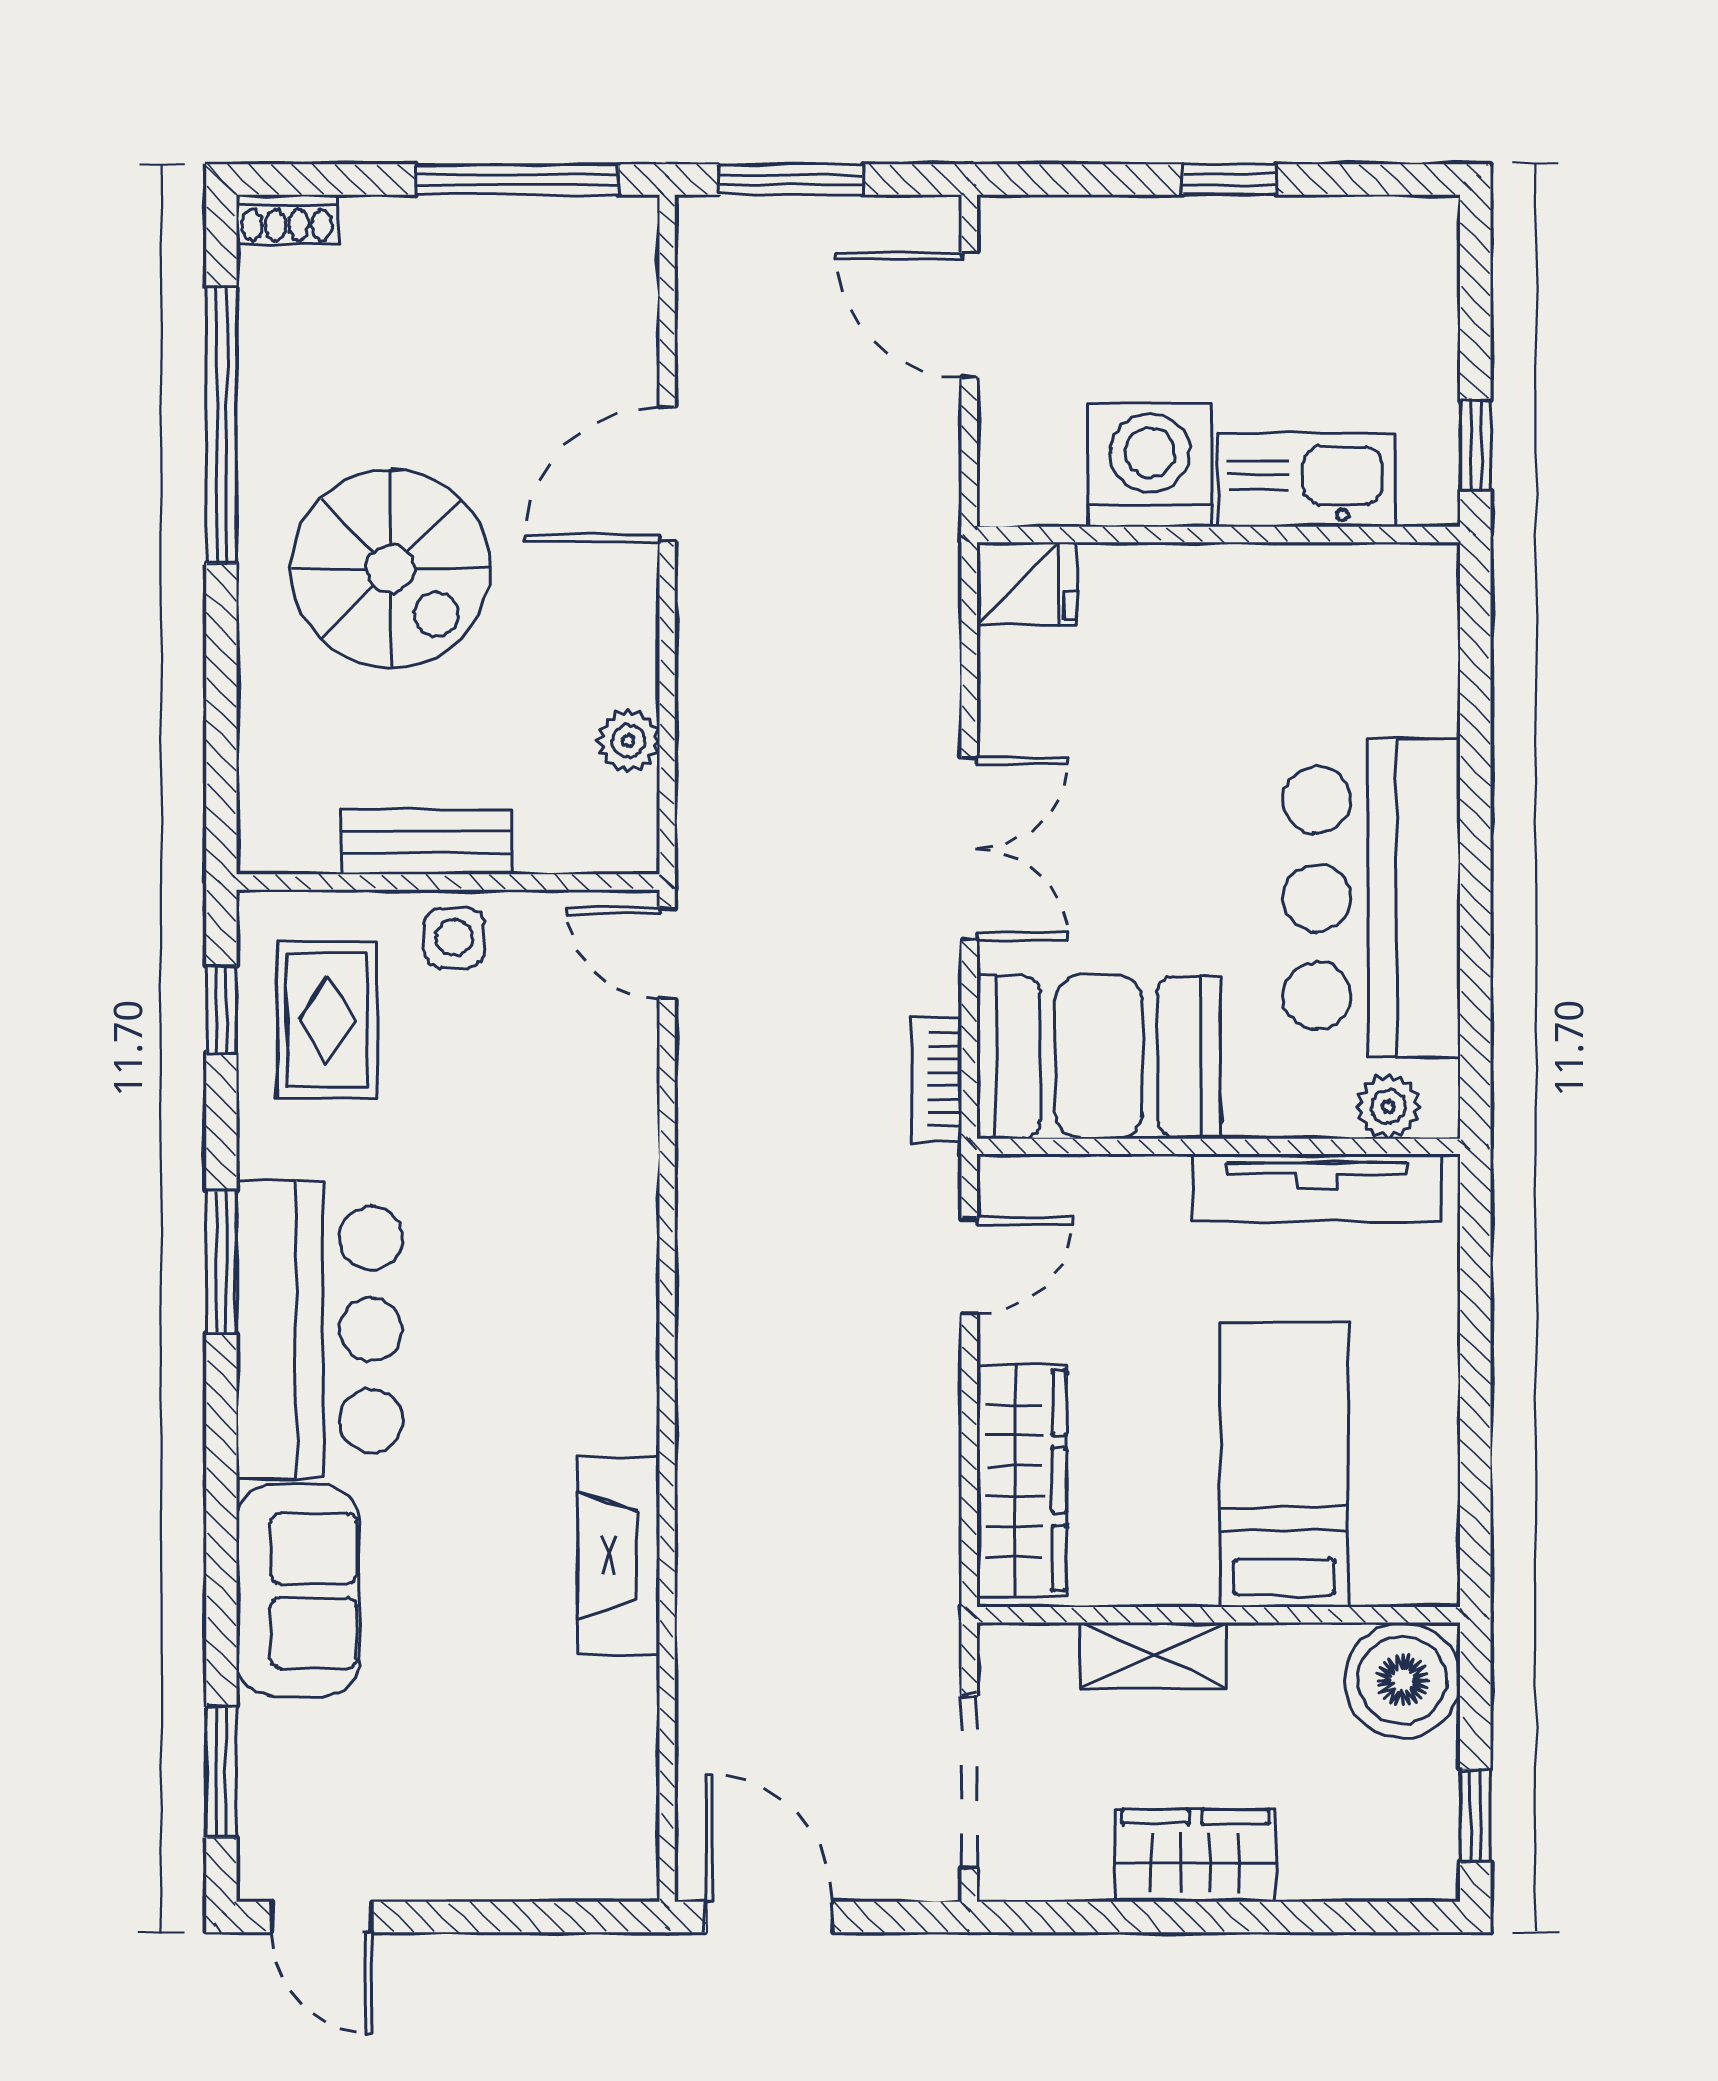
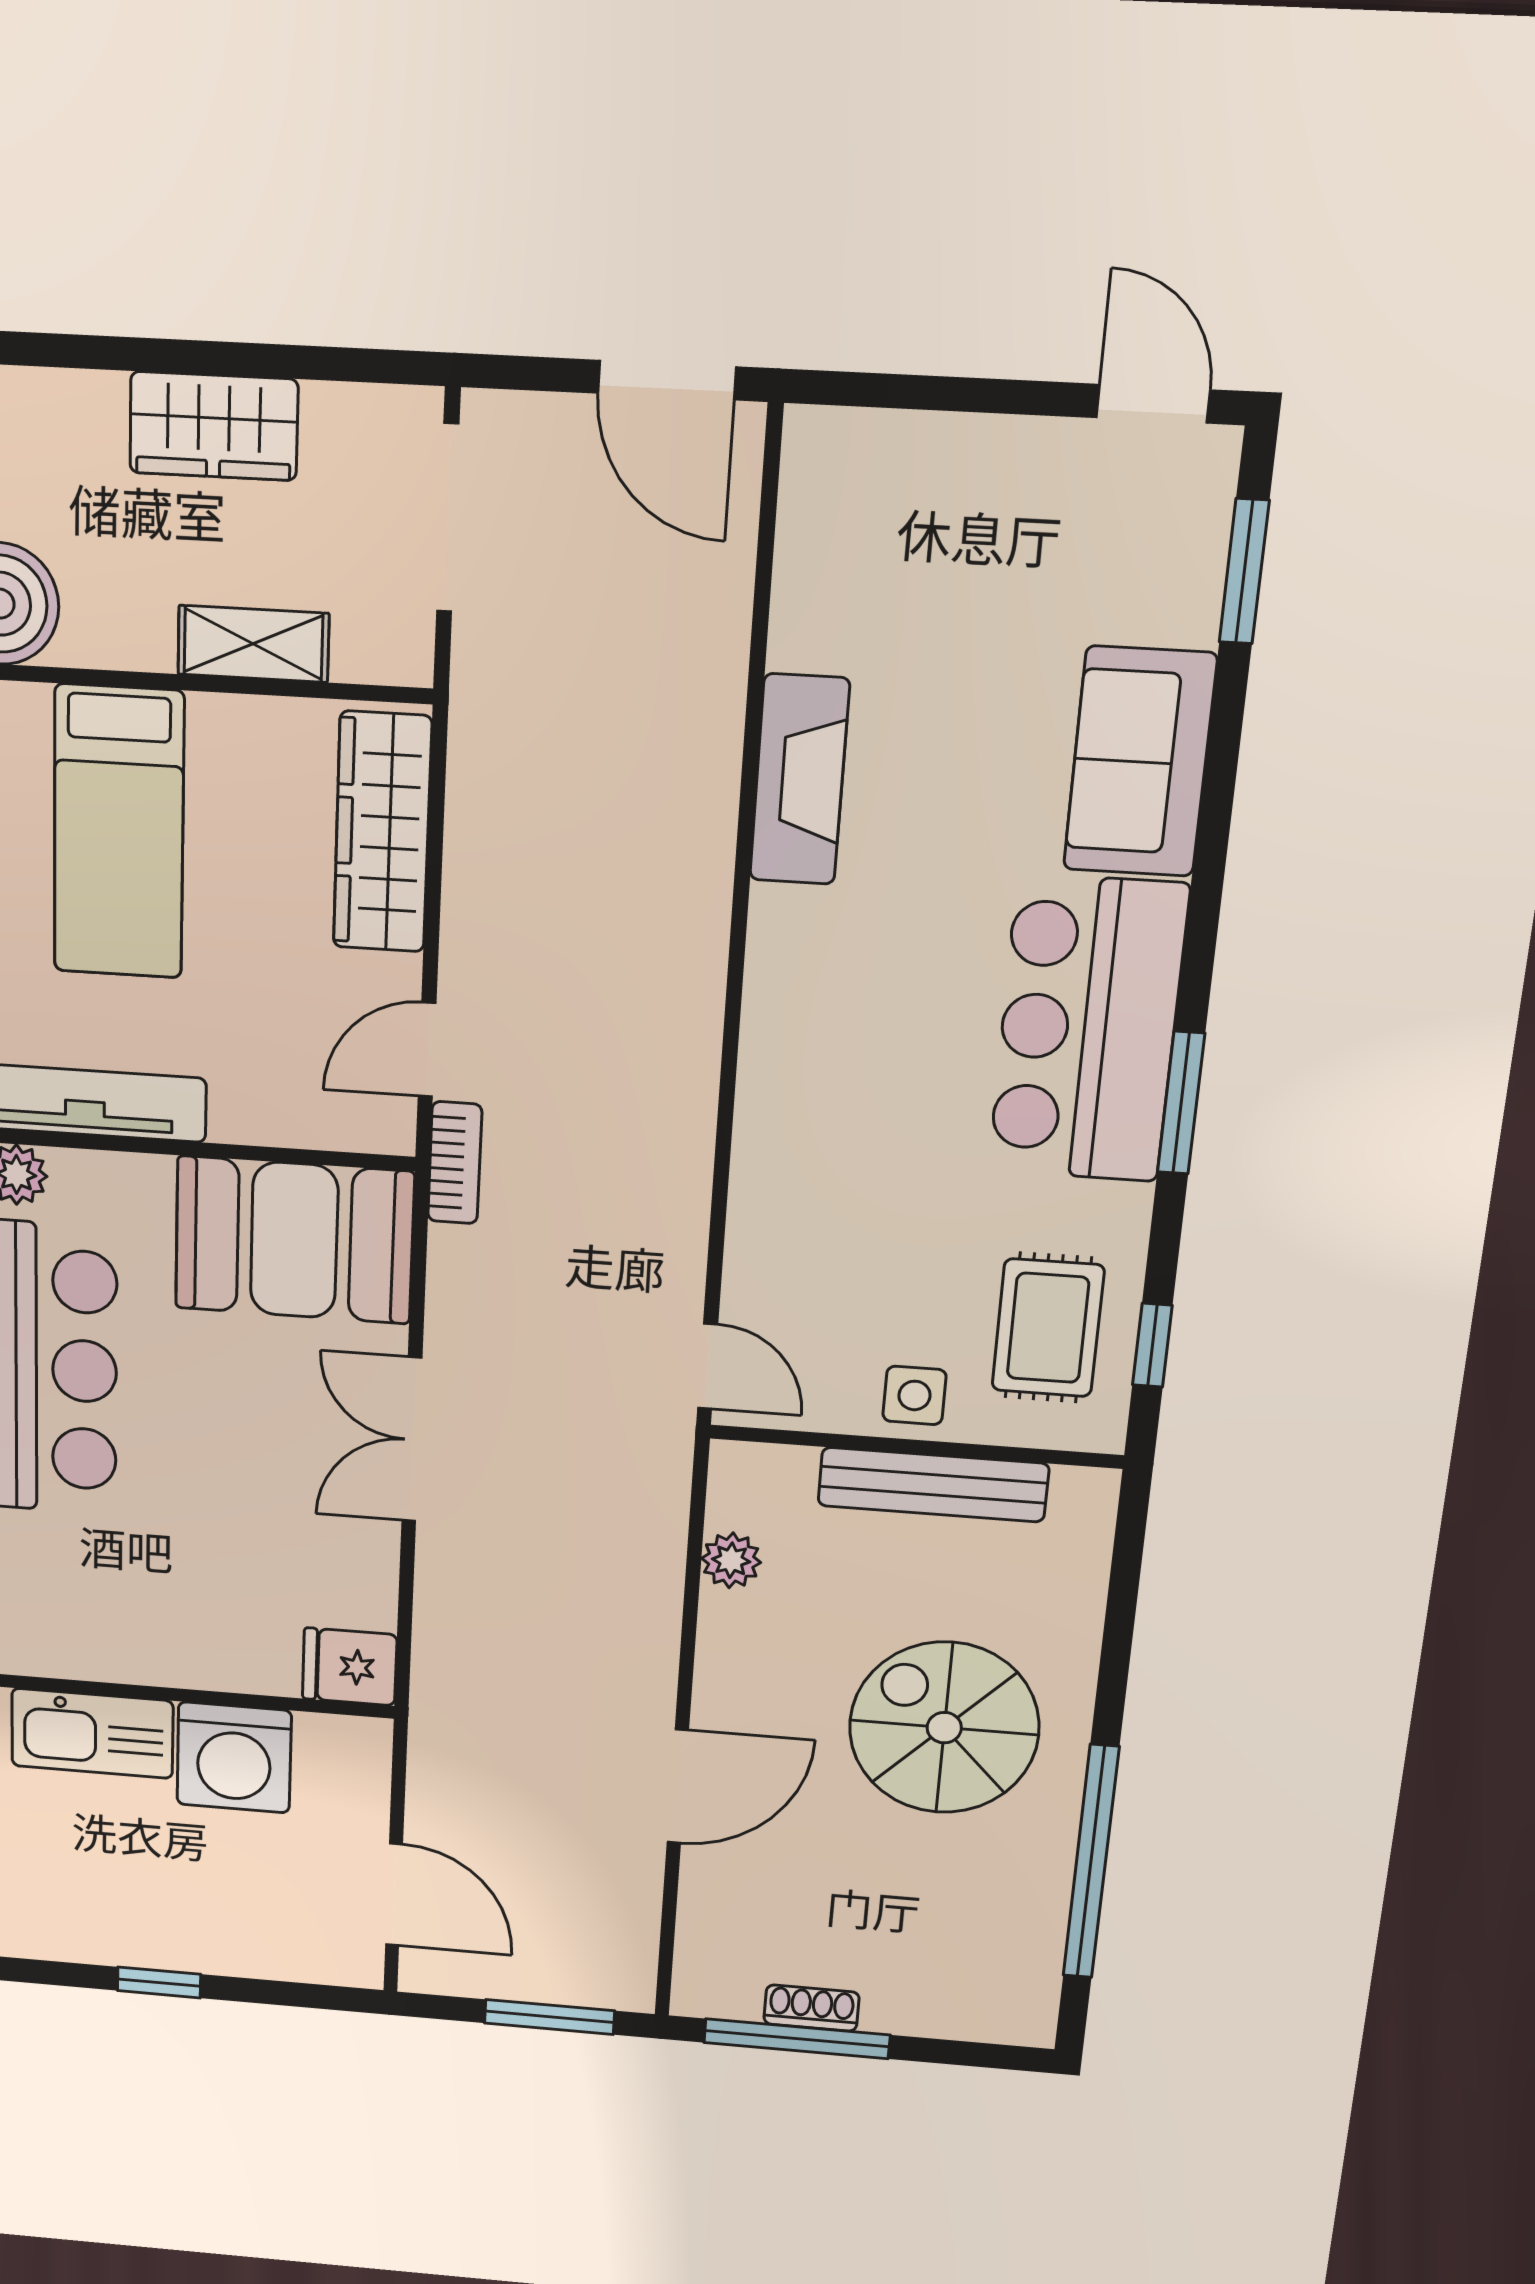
shoe rack: (287, 219) -> (811, 2008), moved
bench: (427, 842) -> (933, 1485), width x1.36
bookcase: (937, 1080) -> (455, 1163), moved

